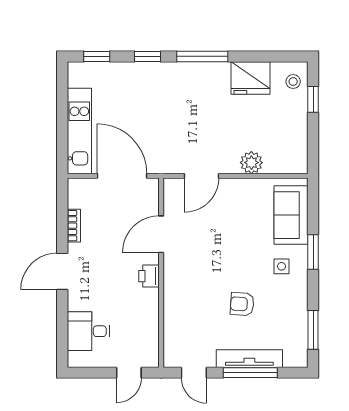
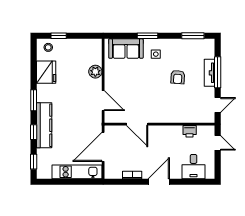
window: (202, 56) -> (34, 100), width x0.69
kitchen counter: (159, 75) -> (44, 125), added
door: (62, 271) -> (159, 182), swing flipped
printer: (149, 276) -> (190, 131), moved
tv unit: (249, 359) -> (209, 73), width x0.71

